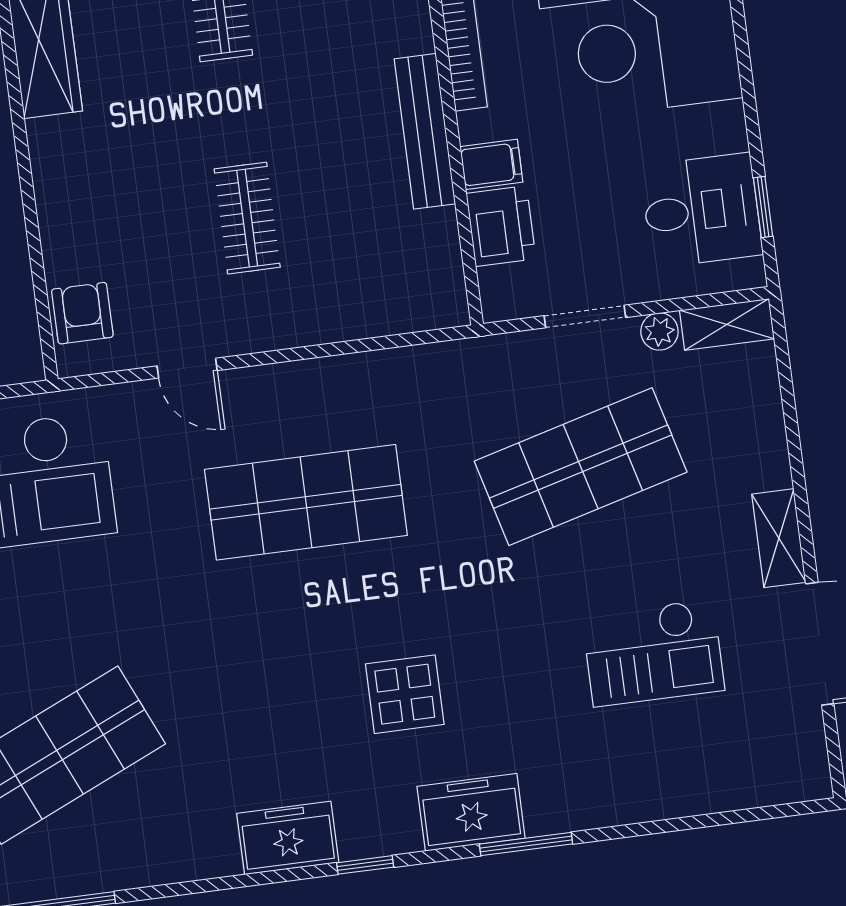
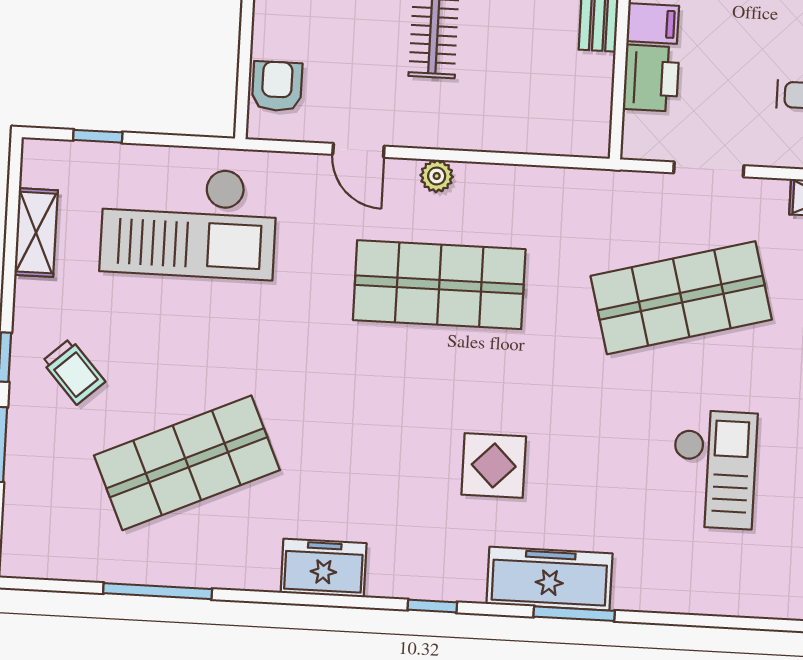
plant: (659, 331) -> (437, 176), moved
checkout: (653, 653) -> (714, 469), turned -90
freezer: (471, 812) -> (549, 579), width x1.40
freezer: (288, 838) -> (324, 568), moved

